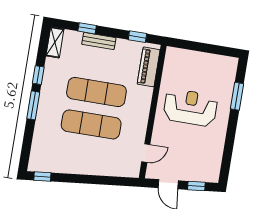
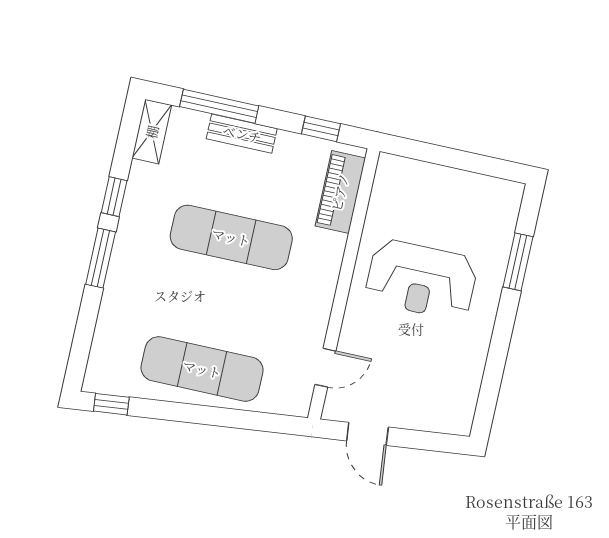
window: (87, 28) -> (219, 106), width x2.17
reception desk: (190, 108) -> (421, 280), turned 180
exercise mat: (91, 124) -> (202, 369), moved
window: (196, 186) -> (425, 441), removed

